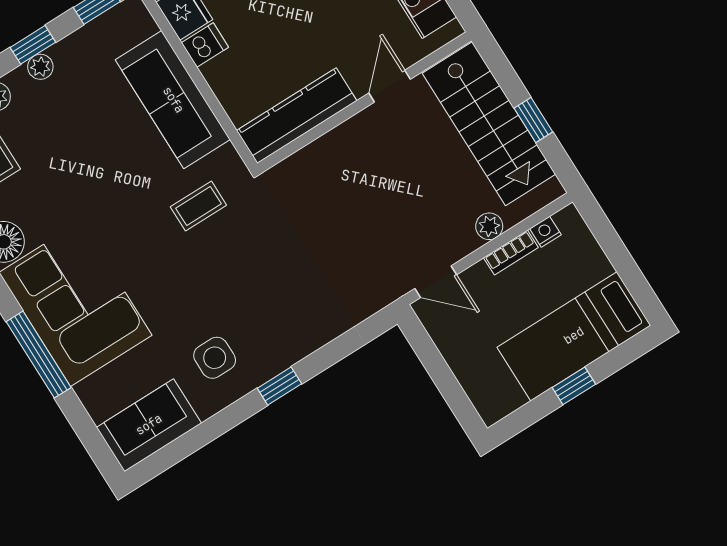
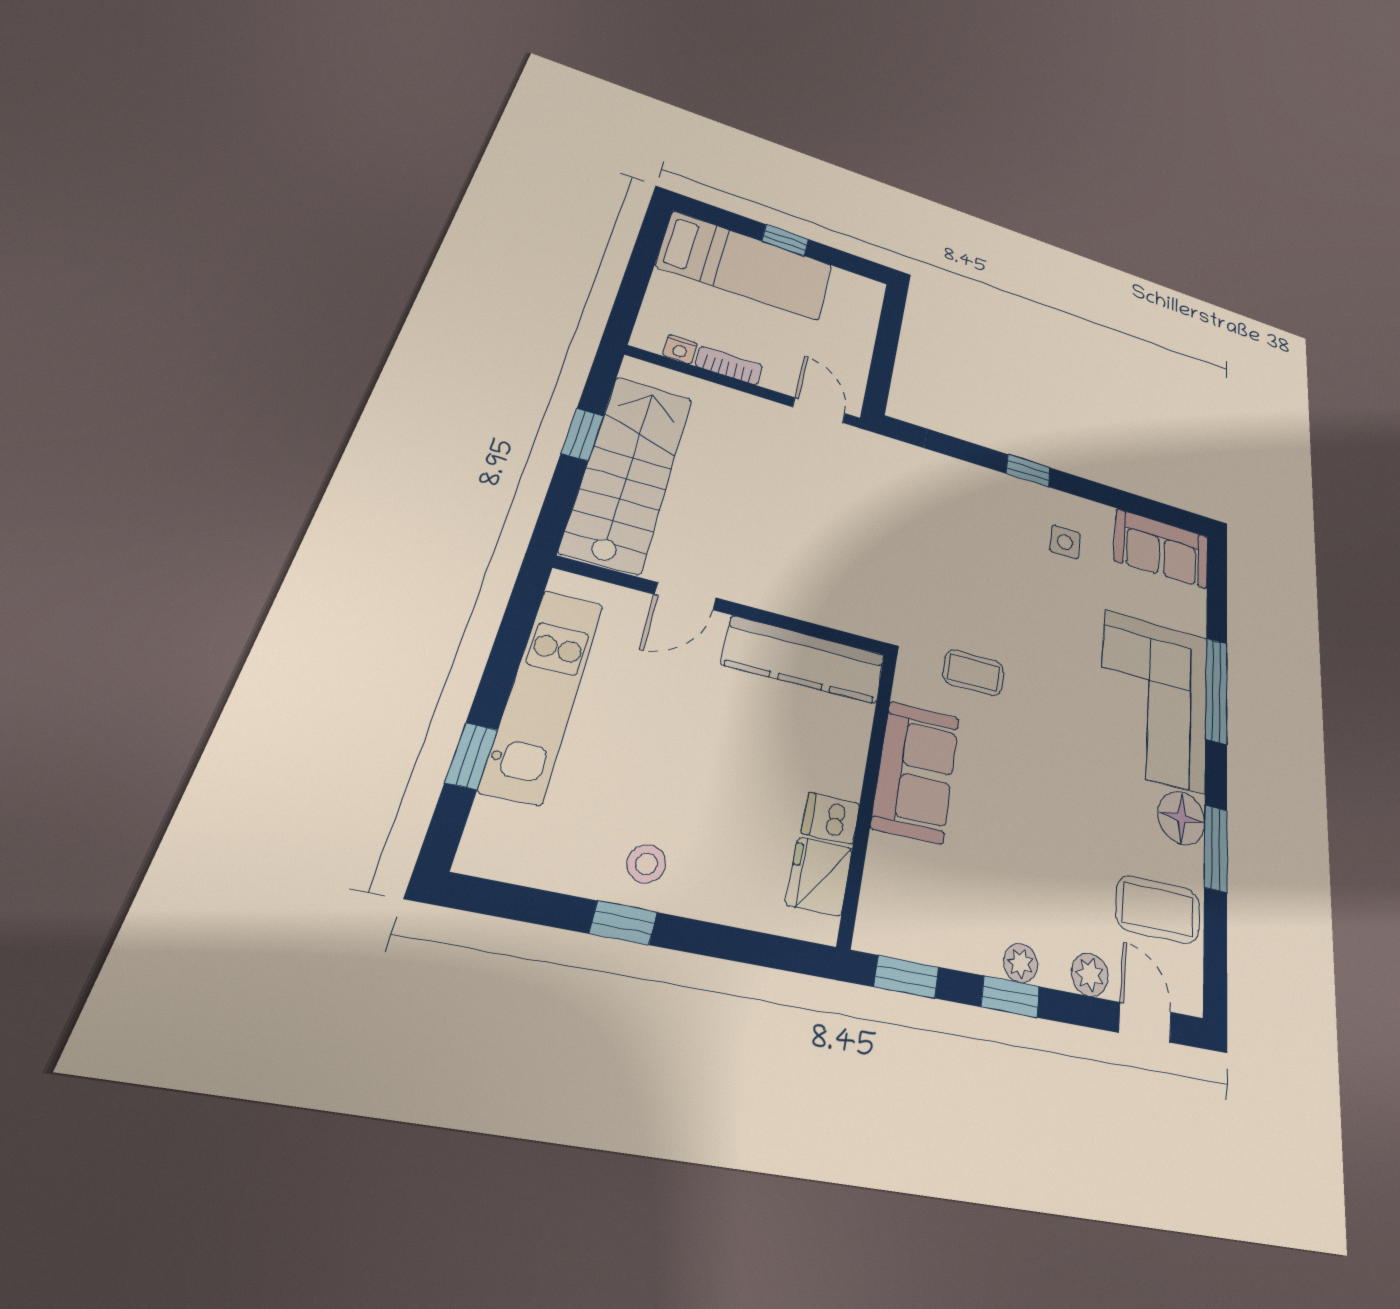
sofa: (173, 100) -> (916, 772), width x0.73
plant: (489, 226) -> (725, 401), removed
side table: (215, 358) -> (1065, 542), width x0.73, depth x0.73

